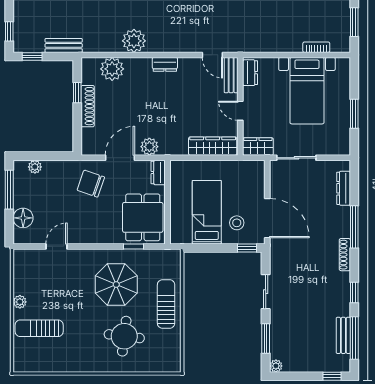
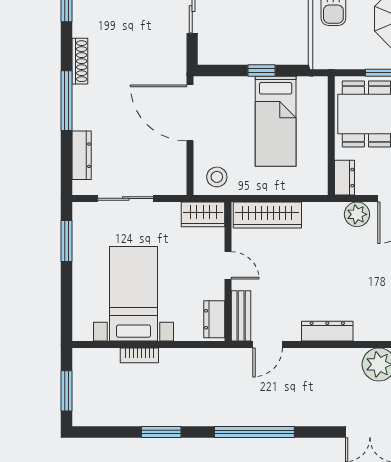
bookcase: (316, 47) -> (139, 355), moved
door: (212, 55) -> (268, 344), swing flipped
dresser: (165, 64) -> (327, 331), width x1.44
window: (354, 114) -> (66, 241), moved
sliding door: (296, 158) -> (126, 198), moved
stool: (237, 223) -> (217, 177), moved
window: (247, 248) -> (262, 70), moved

